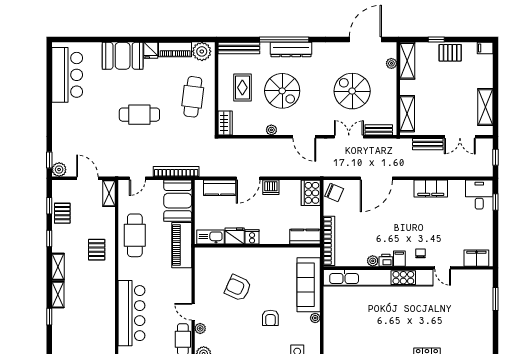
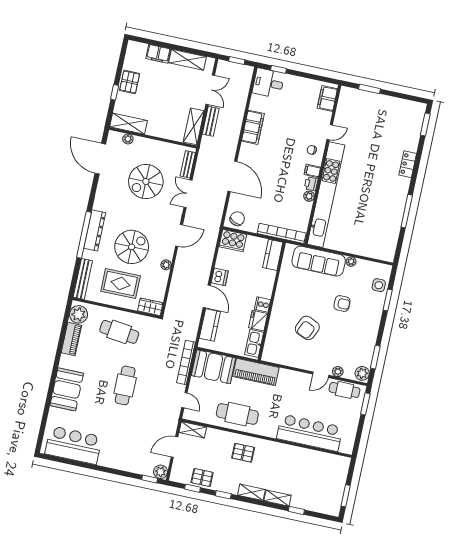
filing cabinet: (485, 48) -> (158, 54), moved, width x2.00
fridge: (151, 50) -> (67, 362), removed
rug: (242, 88) -> (121, 284), width x1.36, depth x1.43
shelving: (407, 114) -> (194, 126), moved, turned 90

